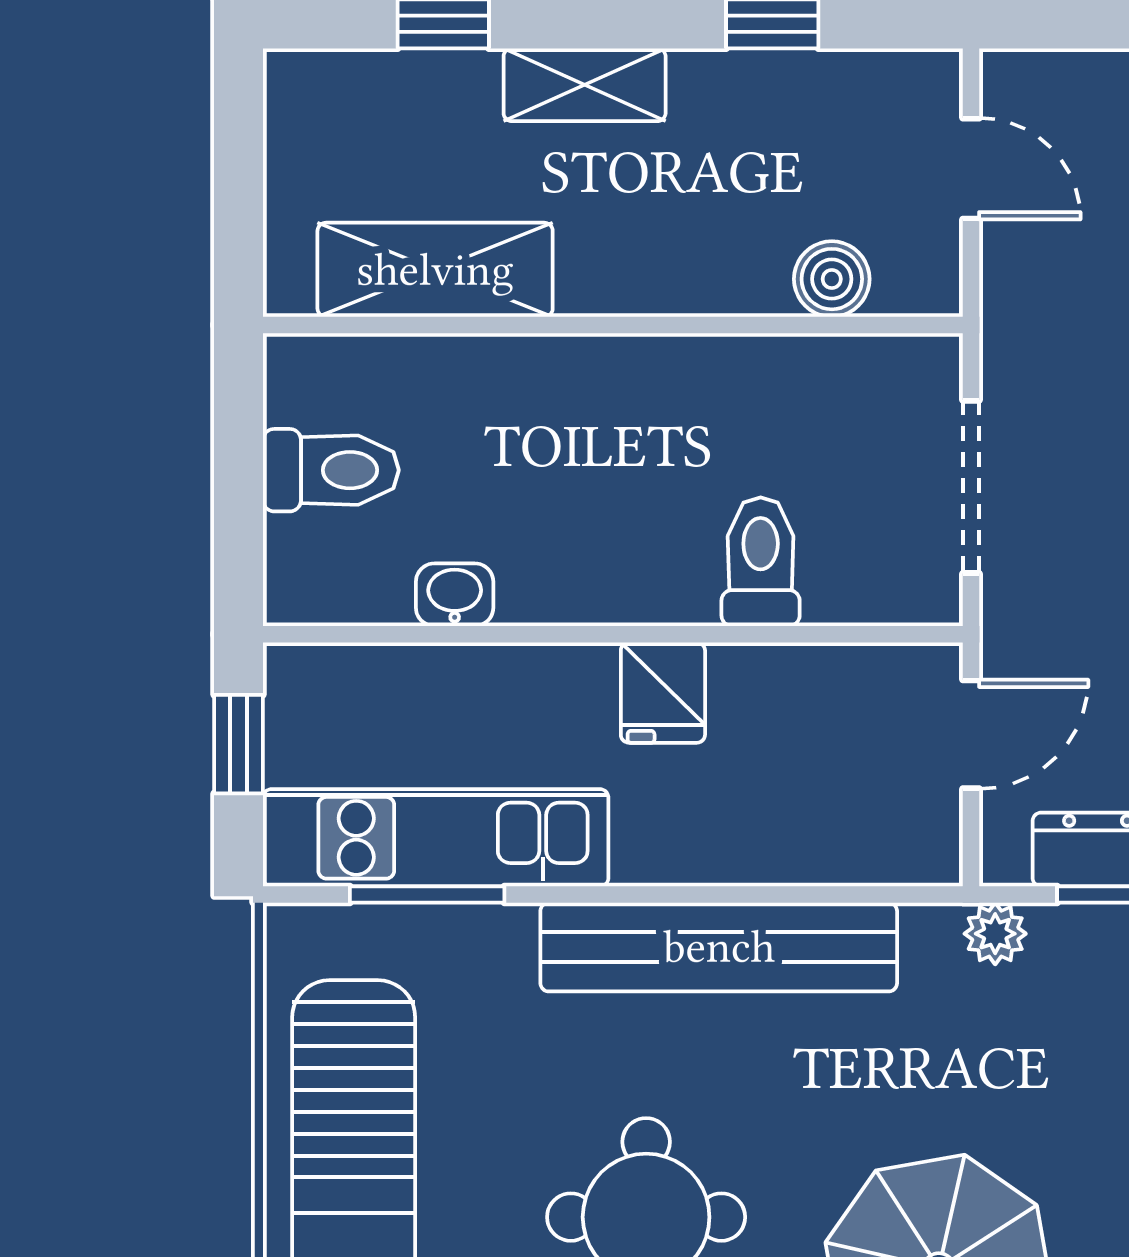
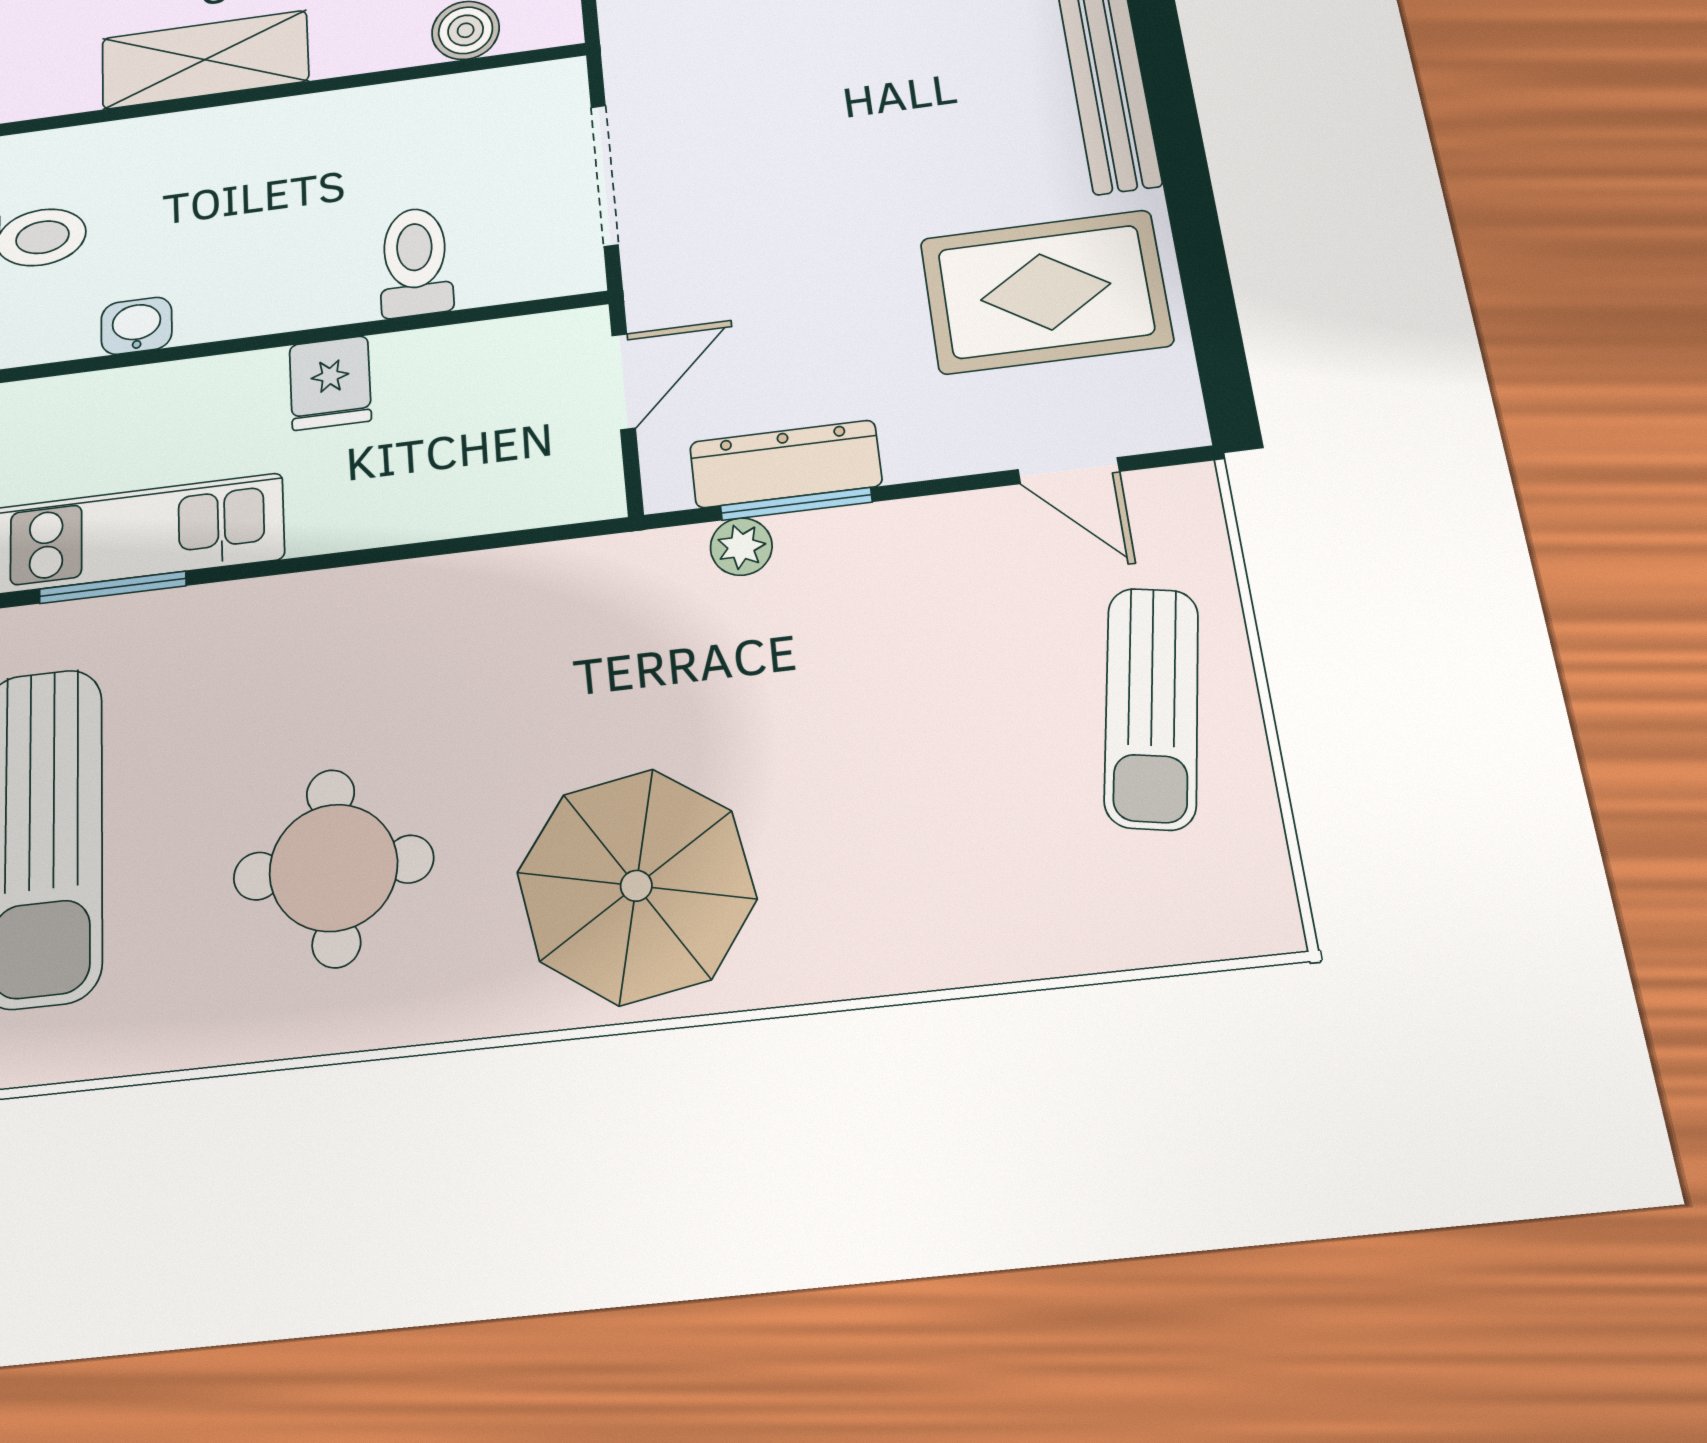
shelving: (435, 270) -> (205, 60), moved
plant: (995, 934) -> (741, 547), moved
bench: (719, 947) -> (394, 601), removed

